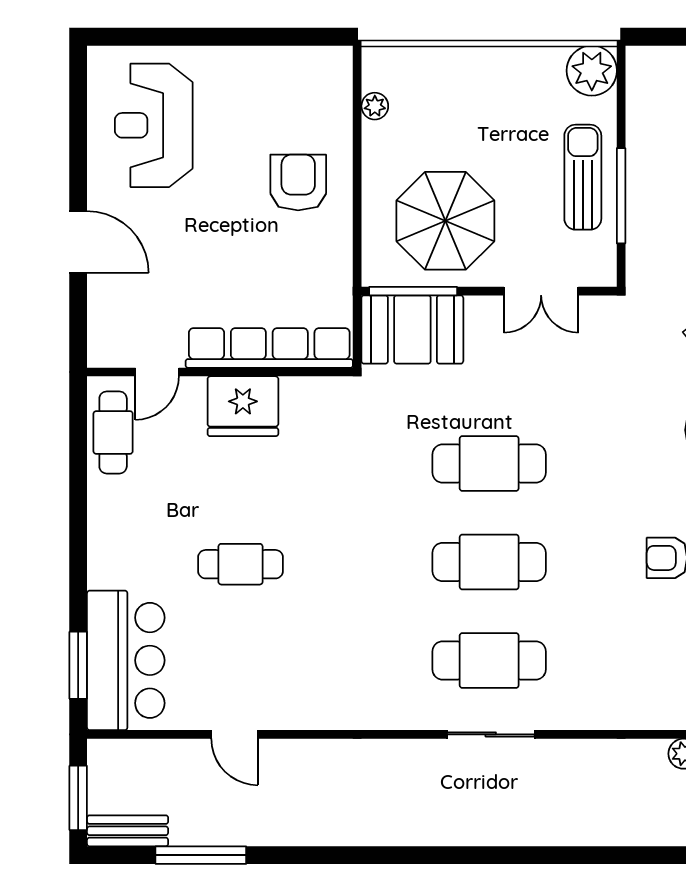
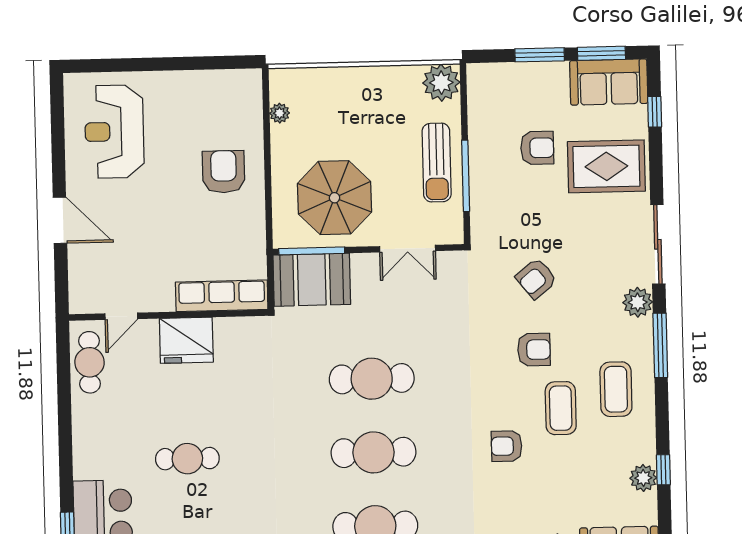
sun lounger: (583, 177) -> (437, 163), turned 180
row of seats: (269, 348) -> (222, 296), width x0.73

